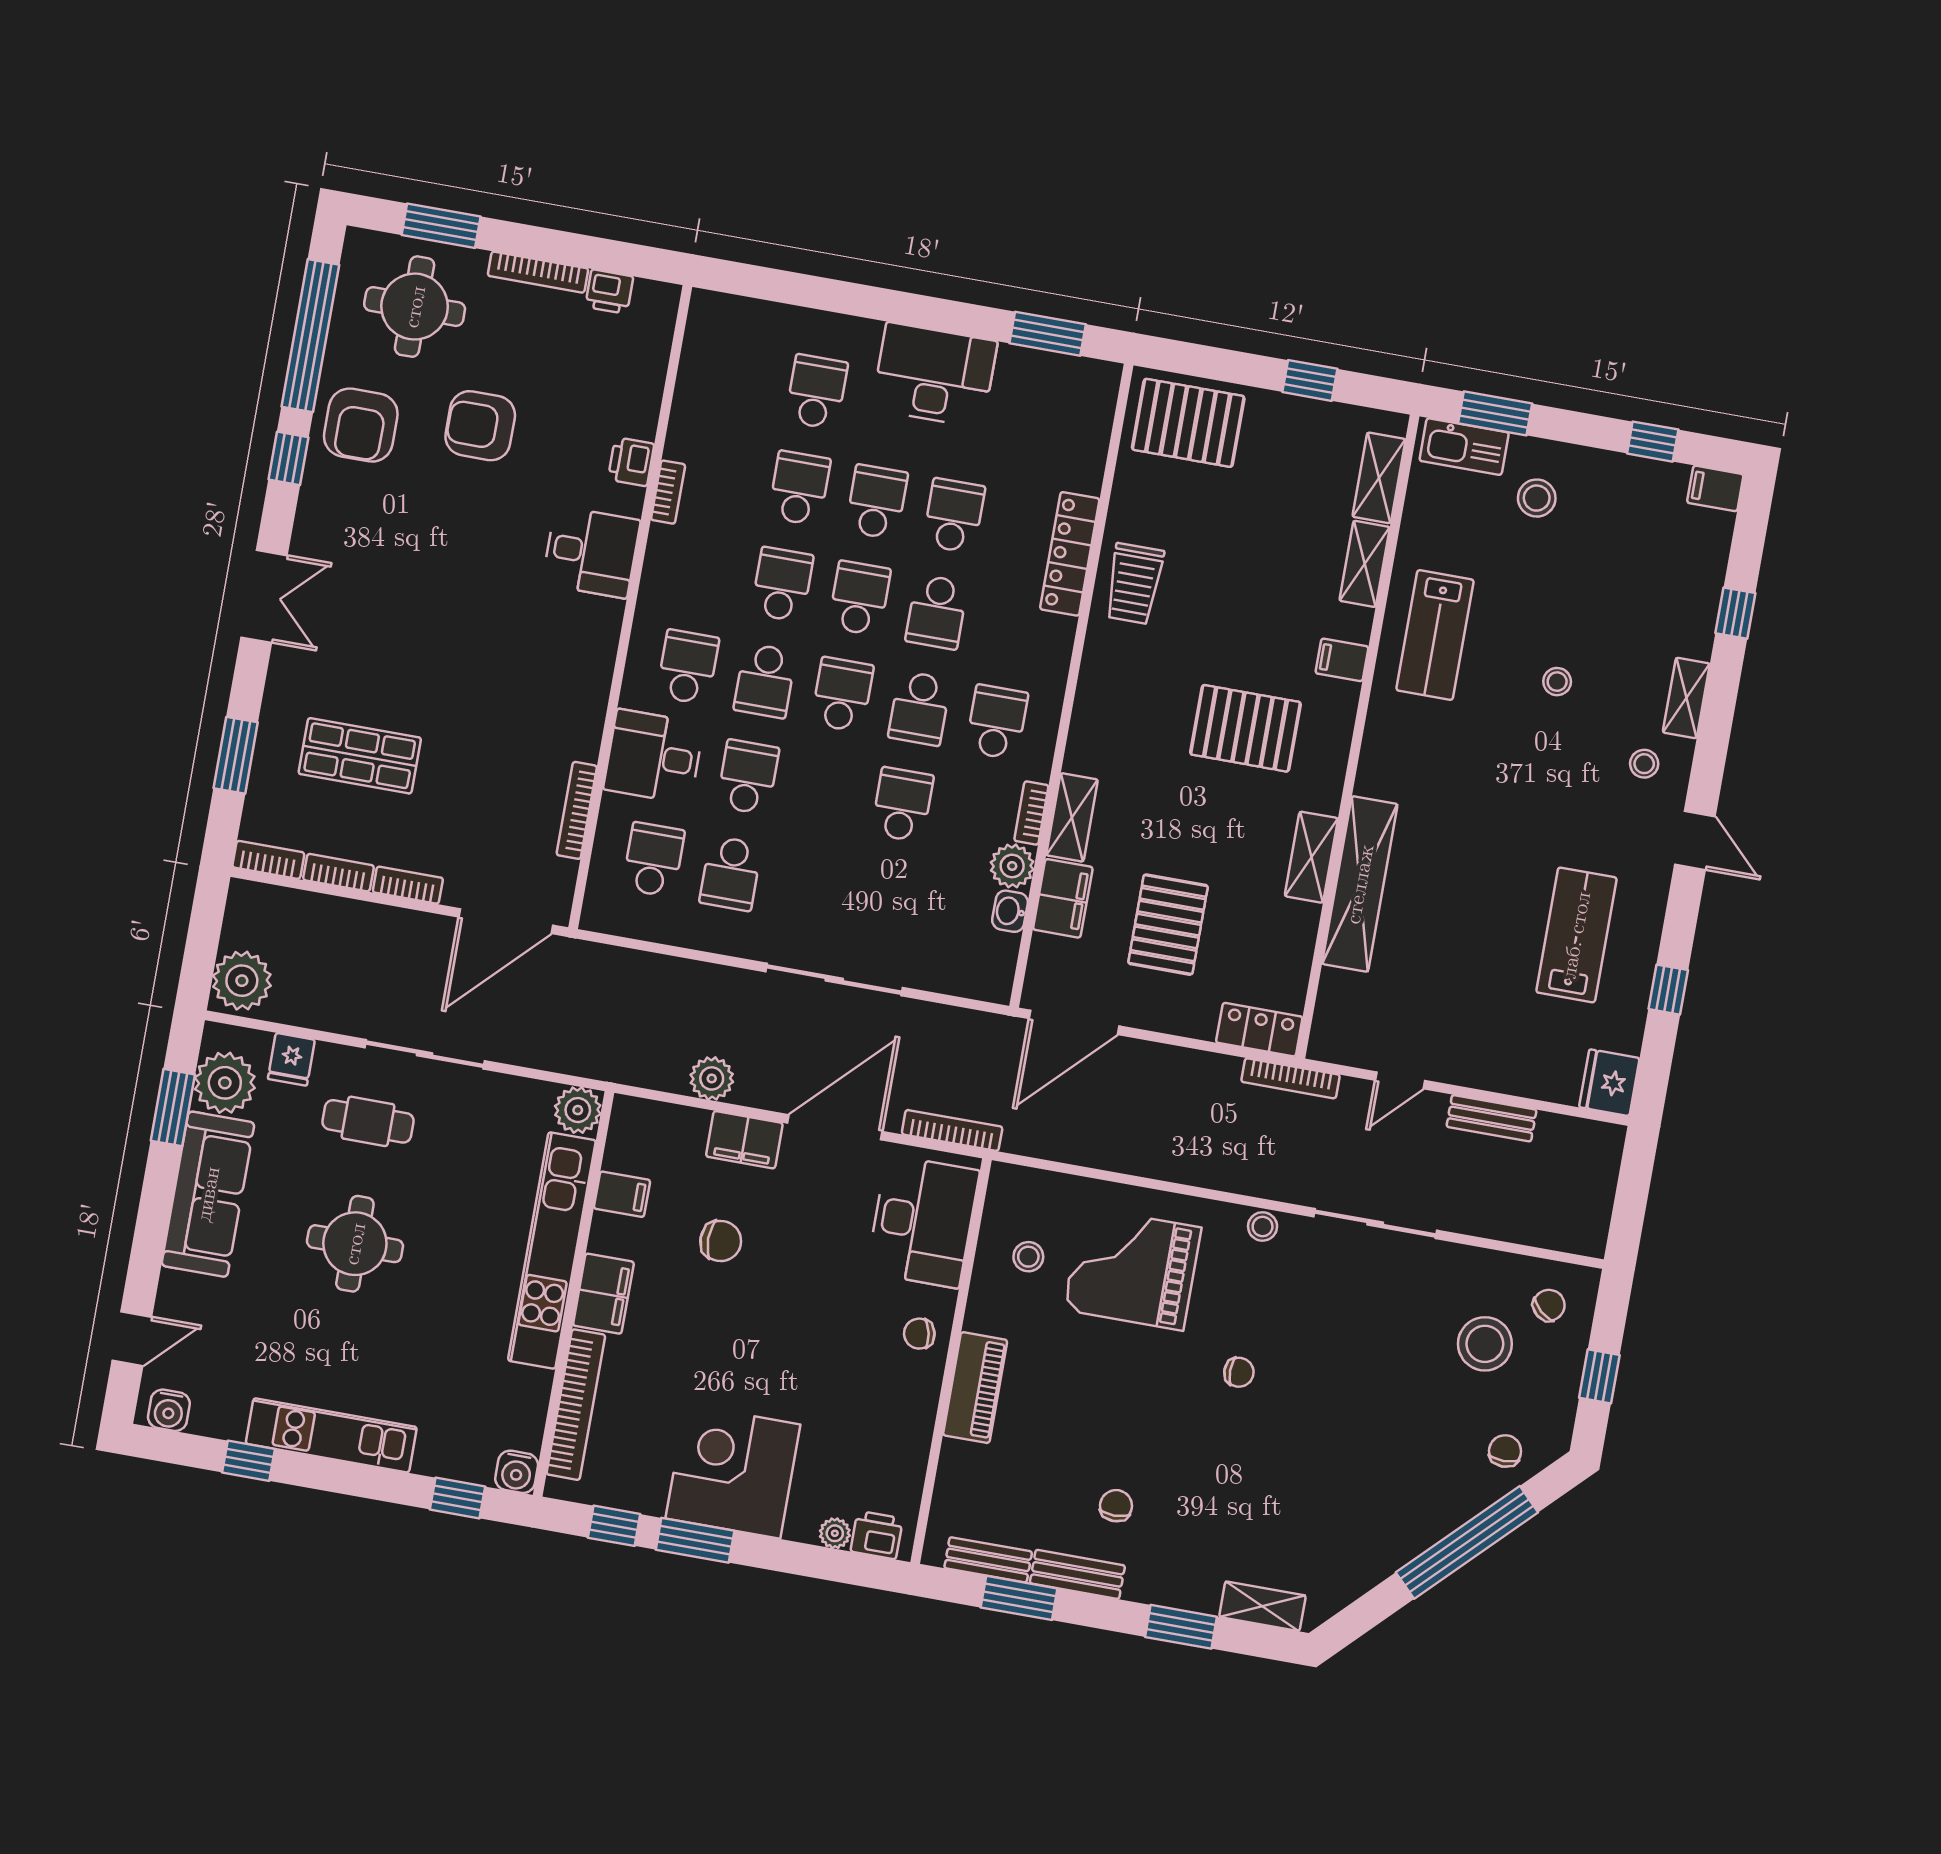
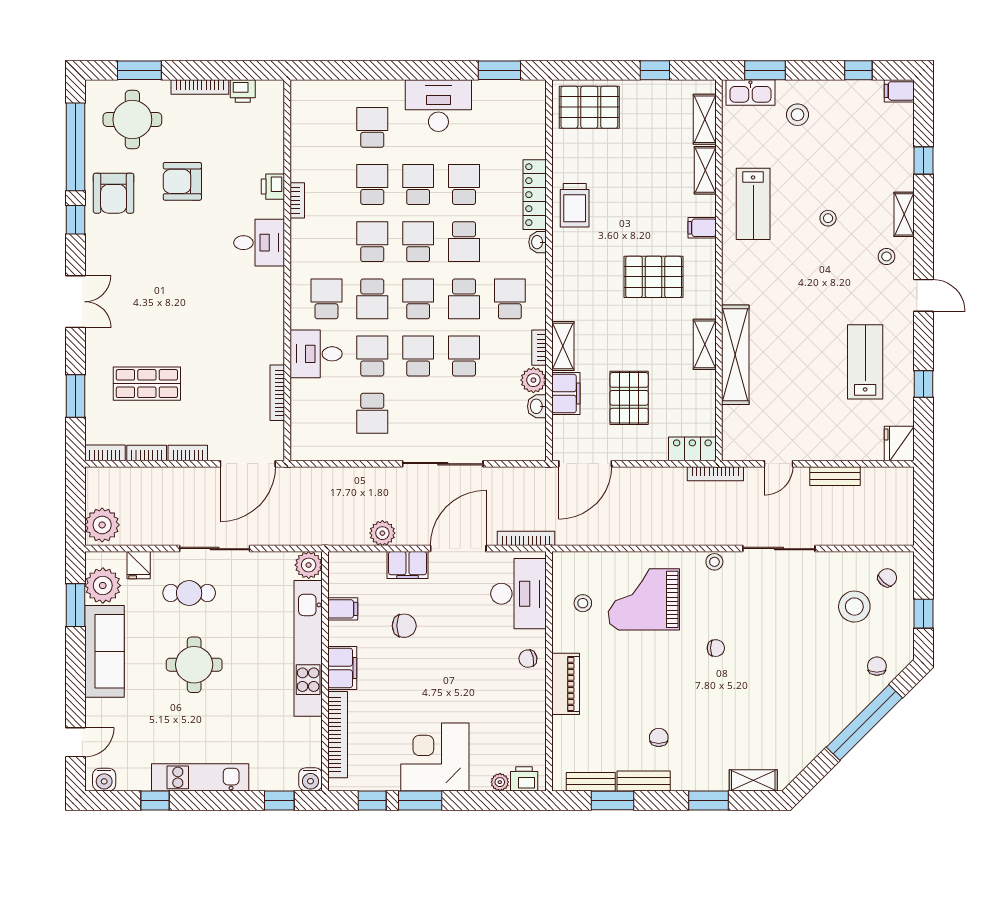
washbasin: (1061, 635) -> (538, 242), added
school desk: (653, 860) -> (418, 356), moved

